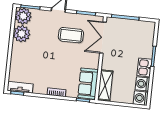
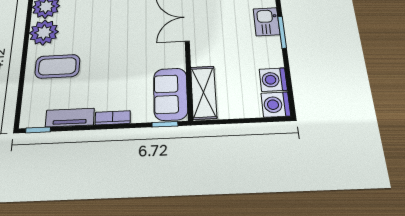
coffee table: (71, 35) -> (57, 66), moved
kitchen sink: (144, 67) -> (266, 22), moved
tv unit: (20, 87) -> (70, 118), moved

